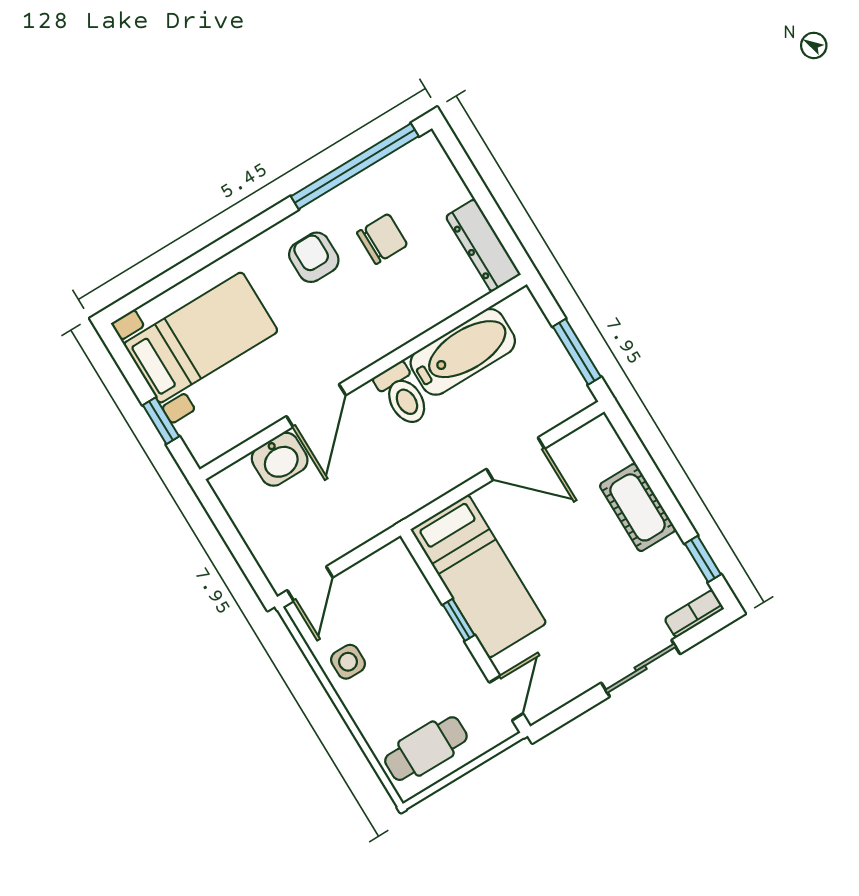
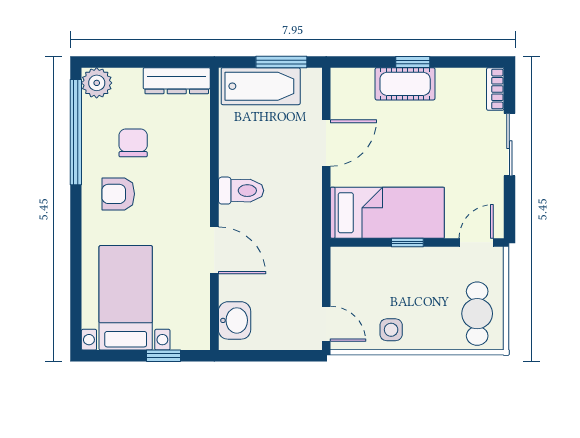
plant: (425, 156) -> (97, 83), added
bathtub: (463, 352) -> (261, 86), moved, turned 90
washbasin: (280, 459) -> (235, 320), moved
window: (703, 559) -> (413, 62), moved
door: (506, 698) -> (476, 242), hinge flipped

